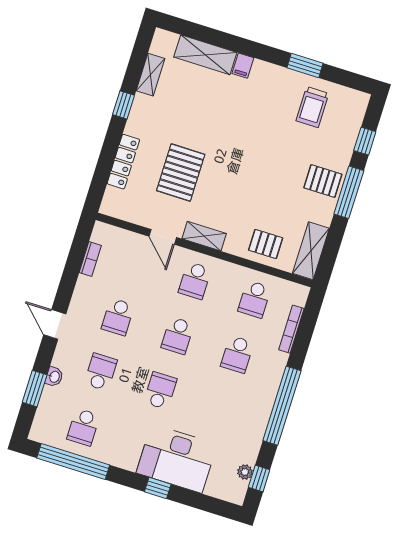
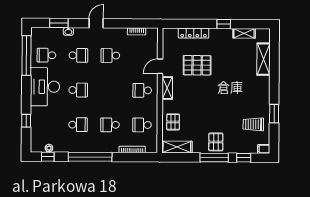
filing cabinet: (243, 66) -> (264, 149), moved
school desk: (178, 336) -> (78, 125), moved, turned 180
desk: (177, 459) -> (45, 87), moved
window: (158, 488) -> (26, 121), moved

